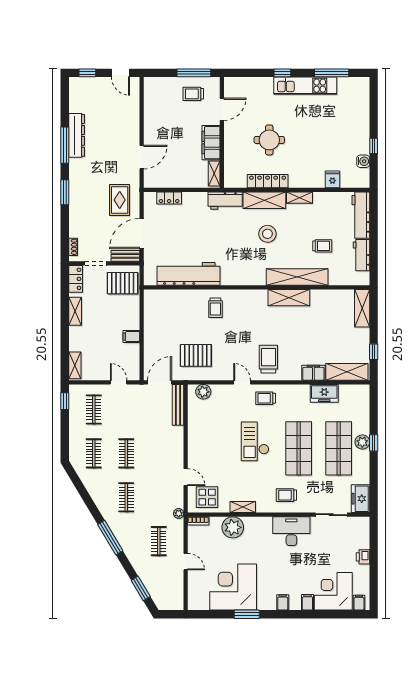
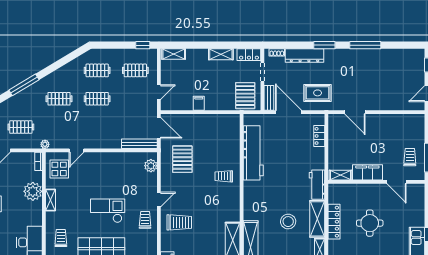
dresser: (77, 135) -> (304, 56), moved

